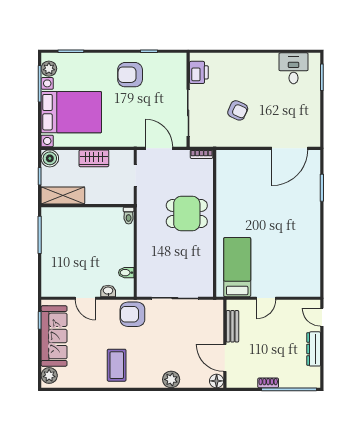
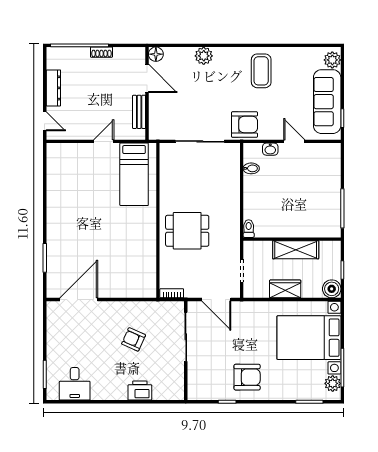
printer: (199, 72) -> (140, 391), moved, turned 90
shelving: (63, 195) -> (296, 250), moved

